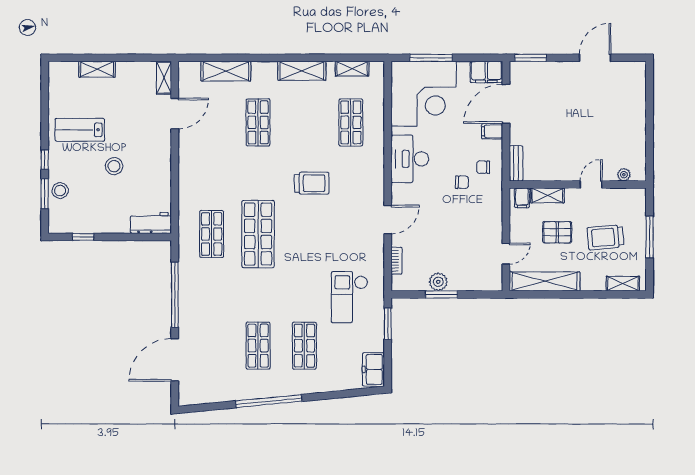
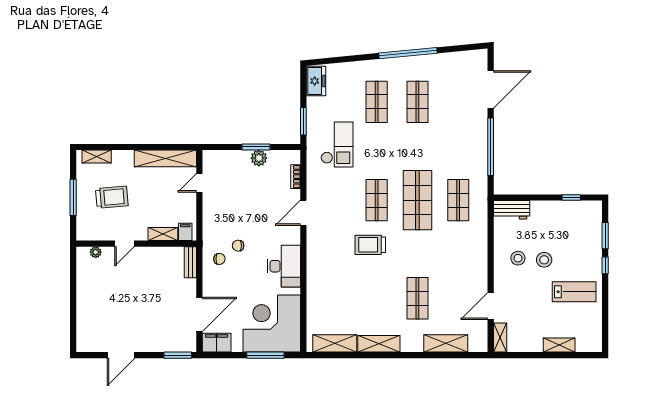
shelving: (352, 69) -> (335, 343), width x1.50, depth x1.33
shop shelf: (351, 122) -> (377, 200), moved
filing cabinet: (492, 131) -> (212, 290), removed
stool: (60, 191) -> (518, 258), moved
pallet: (557, 232) -> (154, 202), removed

